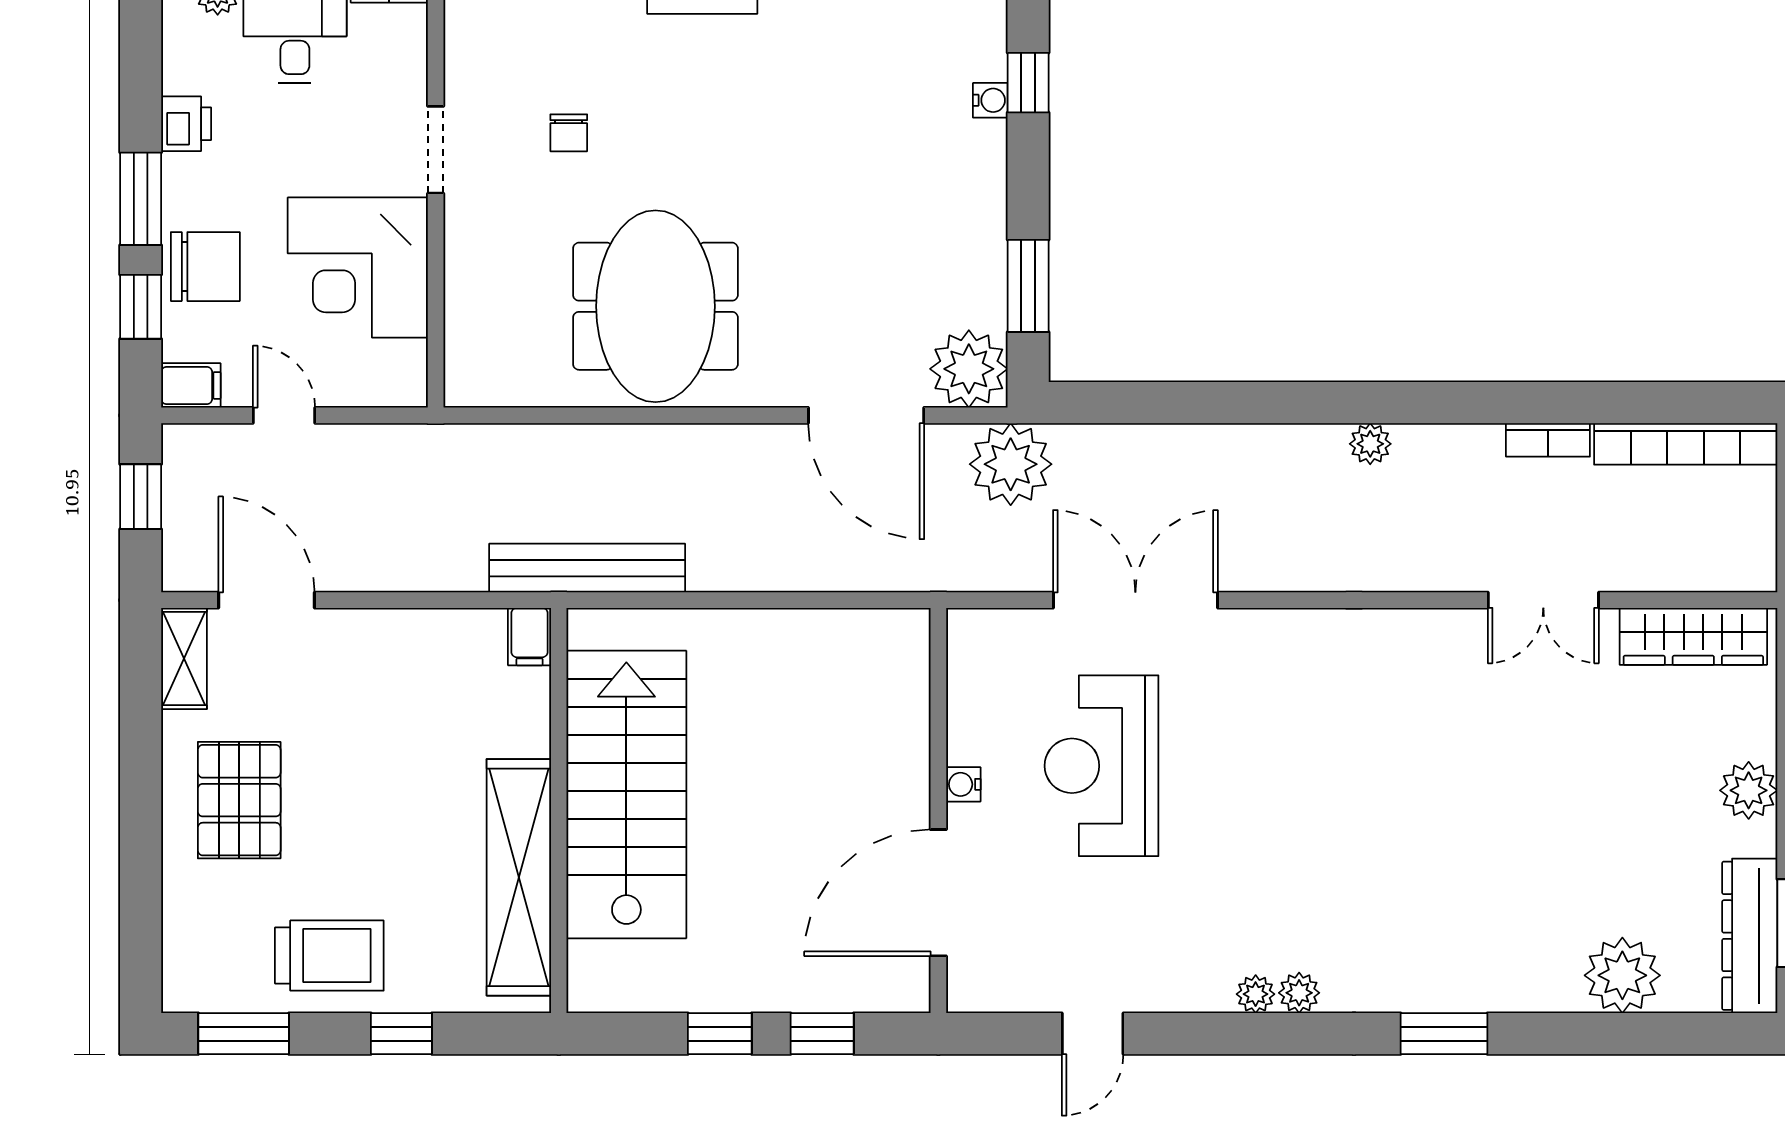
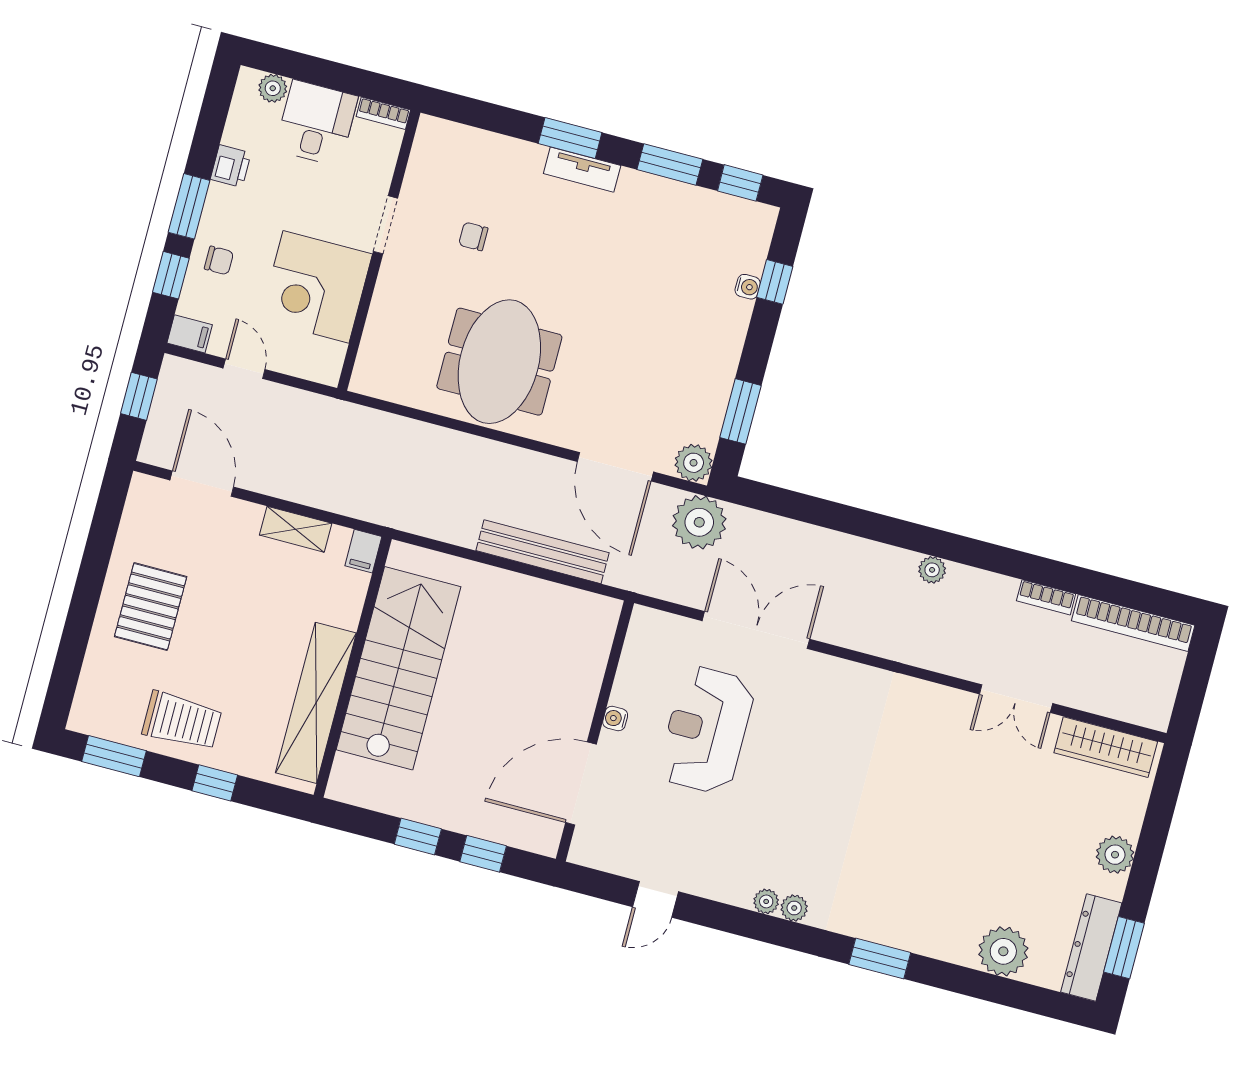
chair: (569, 133) -> (473, 236), turned 90
chair: (205, 267) -> (219, 260), width x0.54, depth x0.54
plant: (969, 369) -> (694, 463), width x0.73, depth x0.73
bench: (587, 568) -> (542, 552), moved
shelving: (184, 659) -> (296, 529), moved, turned 90

